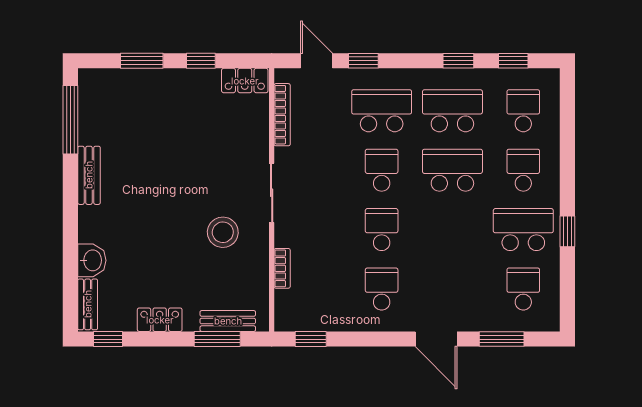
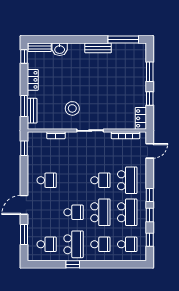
window: (363, 61) -> (150, 195), moved
school desk: (382, 230) -> (74, 212), moved

